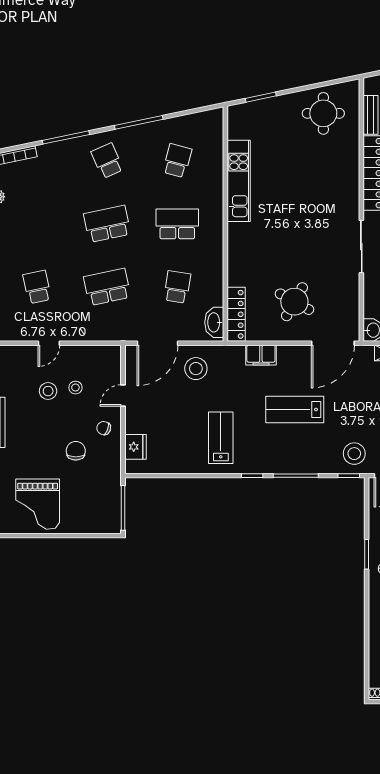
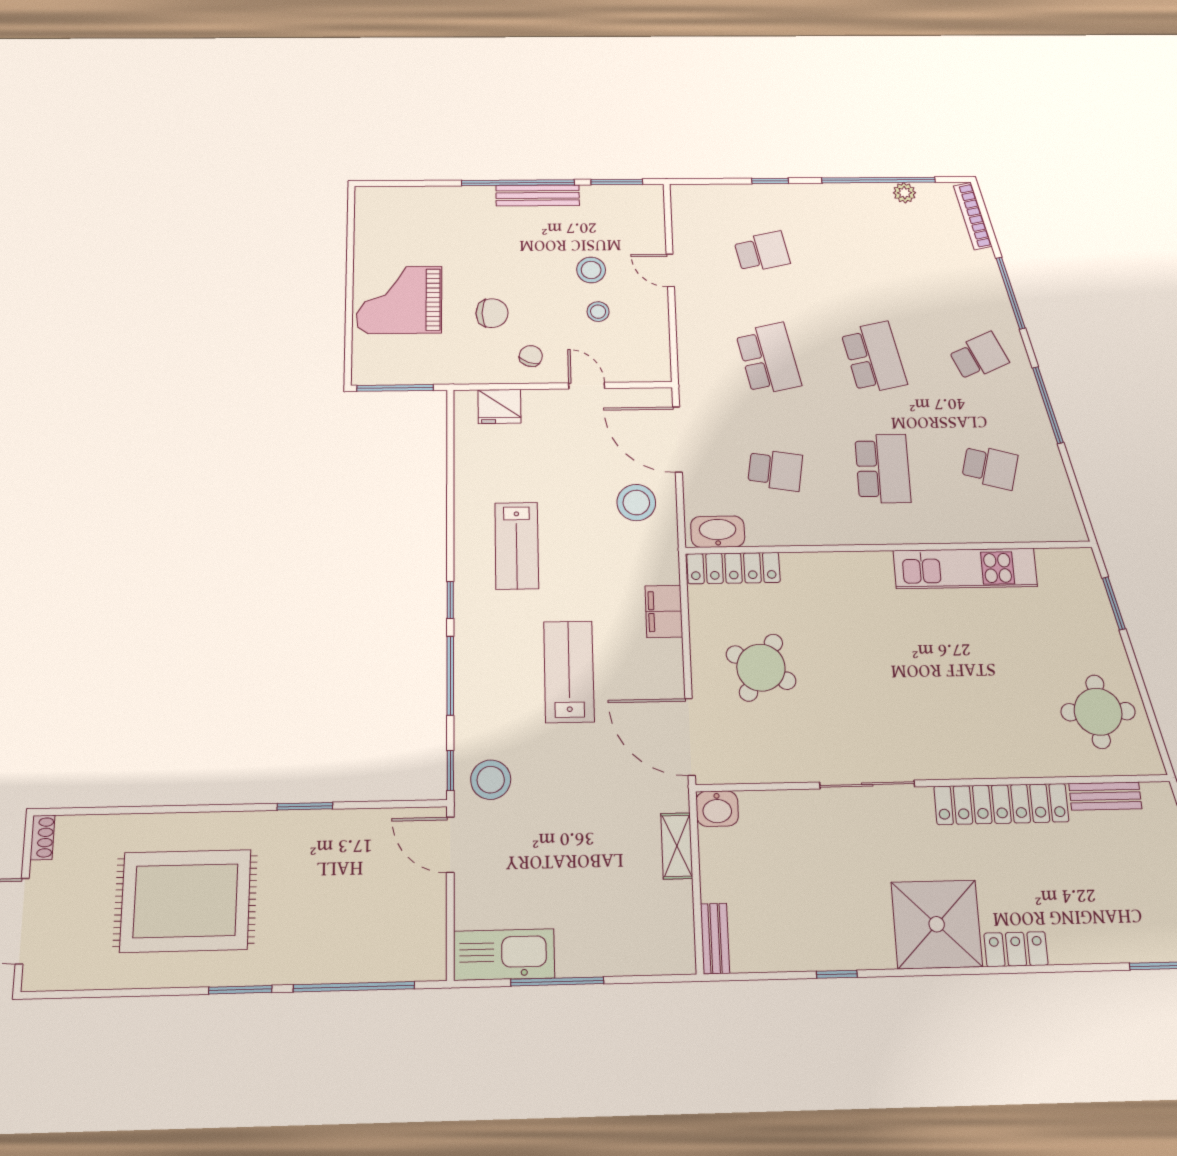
lab bench: (221, 438) -> (517, 546), turned 90
grand piano: (38, 504) -> (399, 300), moved

